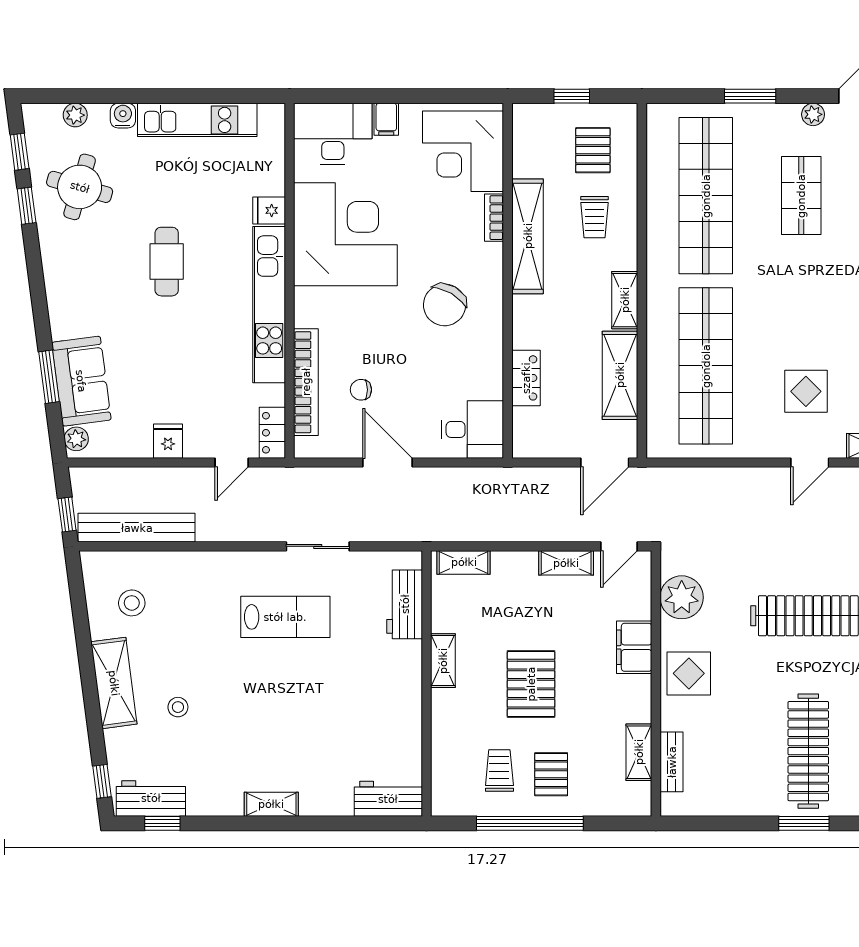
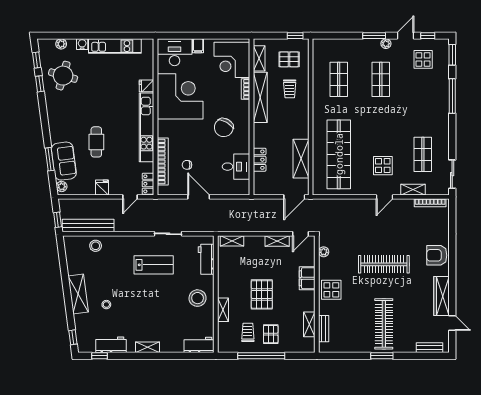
window: (572, 96) -> (295, 36), moved
window: (750, 96) -> (374, 36), moved
pallet: (593, 150) -> (289, 59), turned 90
shop shelf: (706, 196) -> (339, 79), width x0.50, depth x0.74
cafe table: (167, 262) -> (96, 142), moved
shelving: (625, 300) -> (259, 58), moved
desk: (472, 429) -> (236, 167), moved
plant: (682, 597) -> (324, 252), width x0.53, depth x0.53
stool: (132, 603) -> (96, 246), moved
shelving: (443, 661) -> (223, 310), moved
stool: (385, 692) -> (198, 298), added
workbench: (151, 798) -> (111, 345), moved

